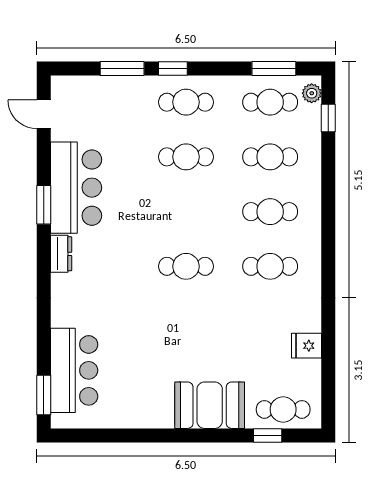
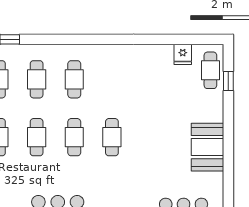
cafe table: (270, 266) -> (74, 137), moved
fridge: (306, 346) -> (183, 54), moved
booth: (210, 405) -> (207, 147), moved

